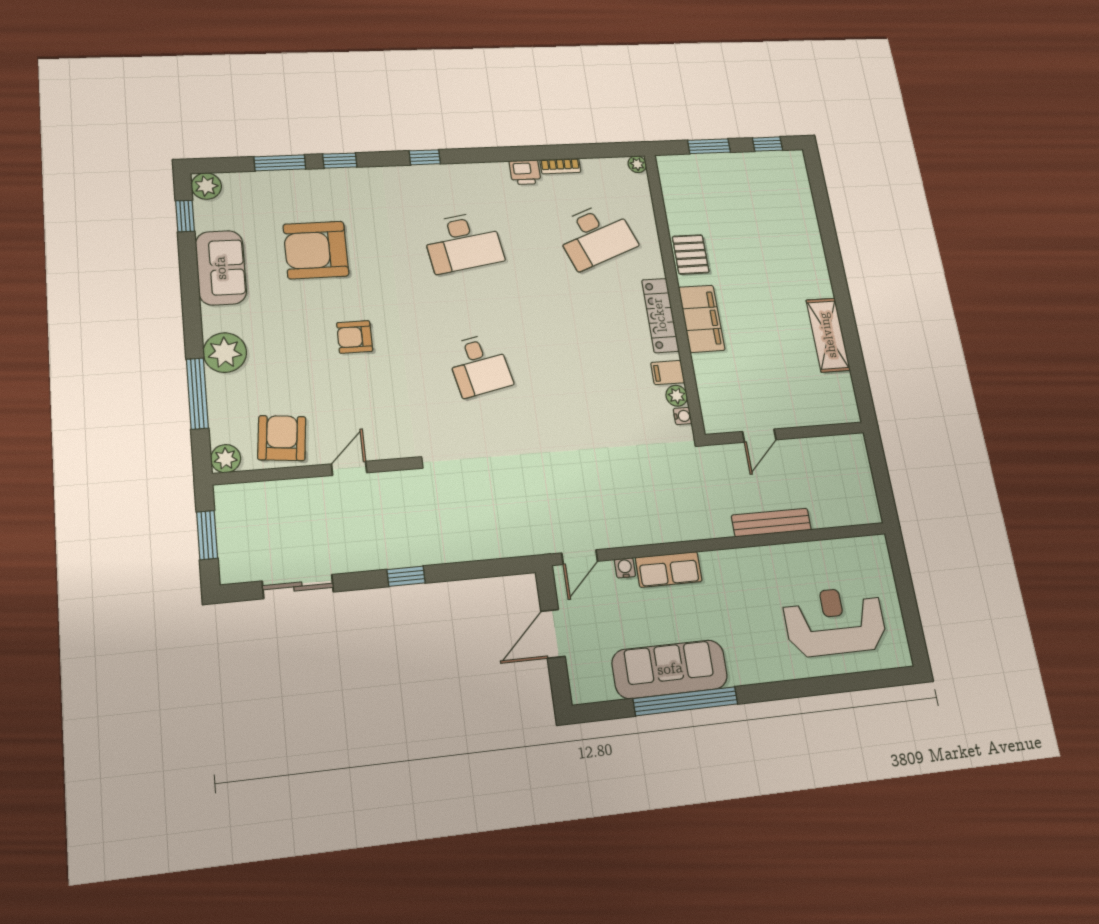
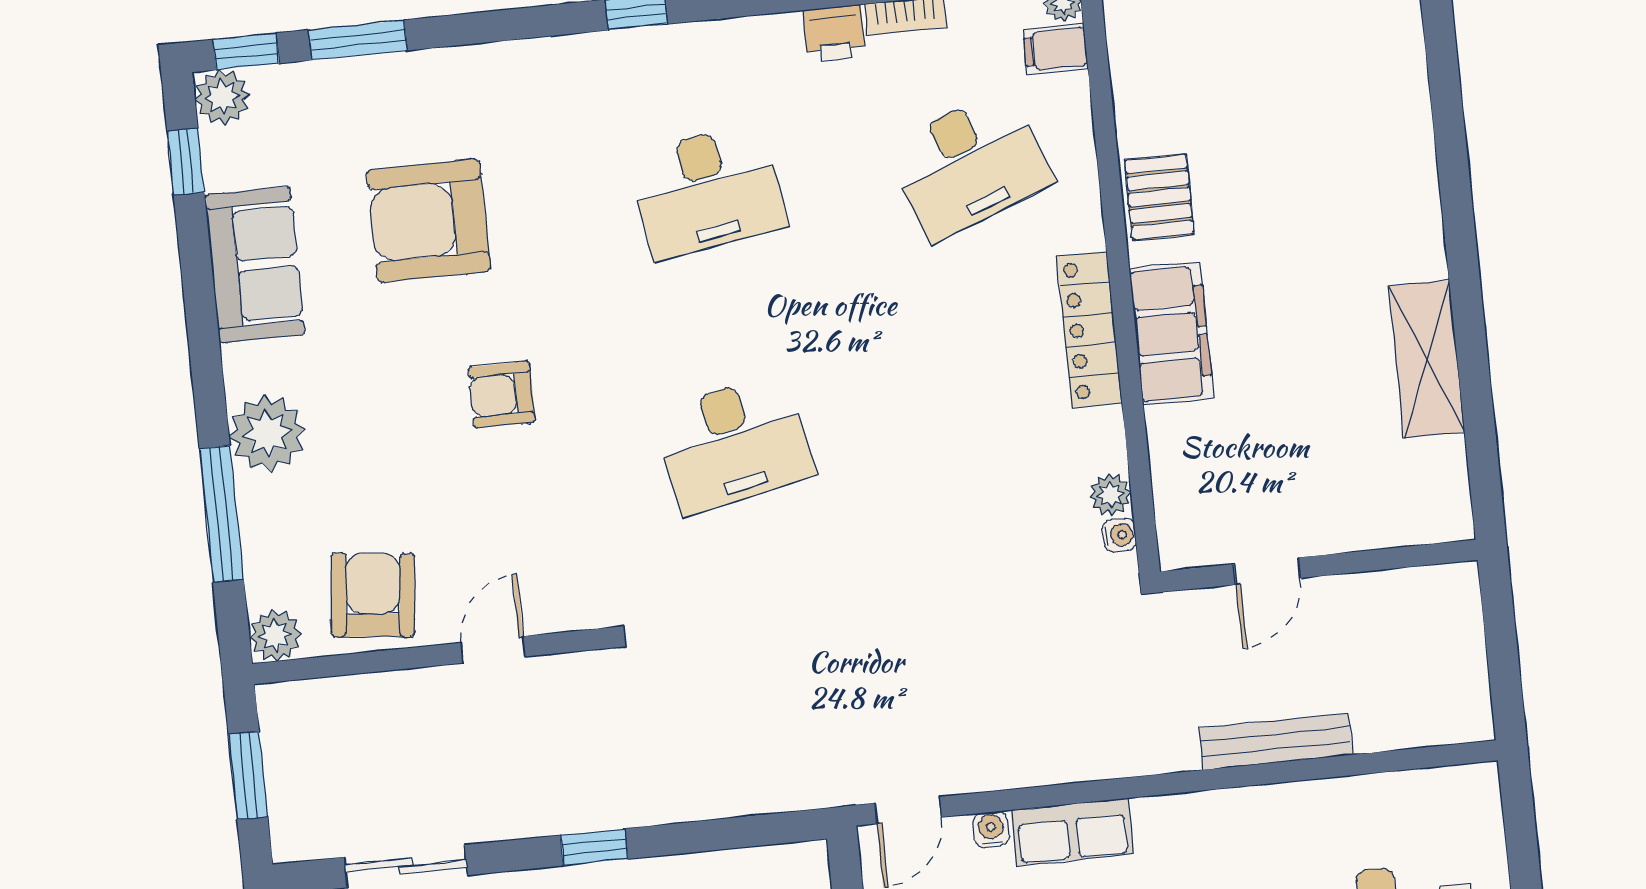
window: (340, 161) -> (246, 51), moved
desk: (479, 365) -> (733, 444), width x1.37
filing cabinet: (668, 373) -> (1056, 49), moved

